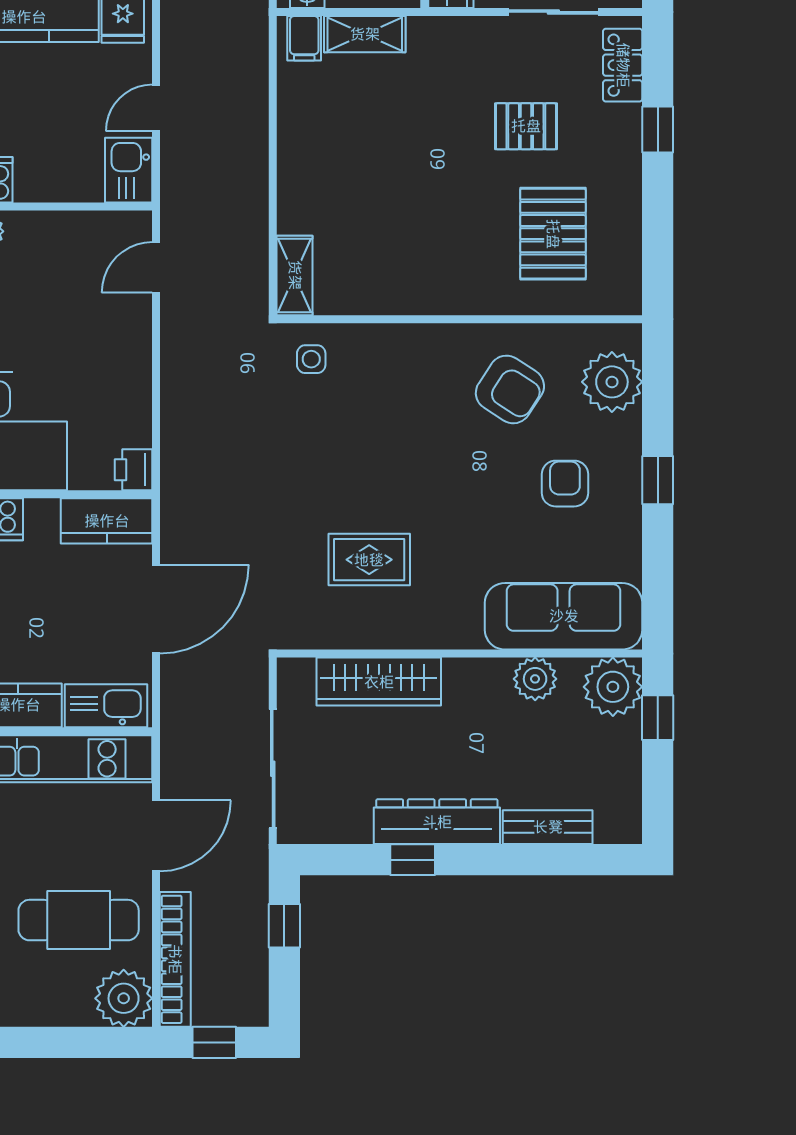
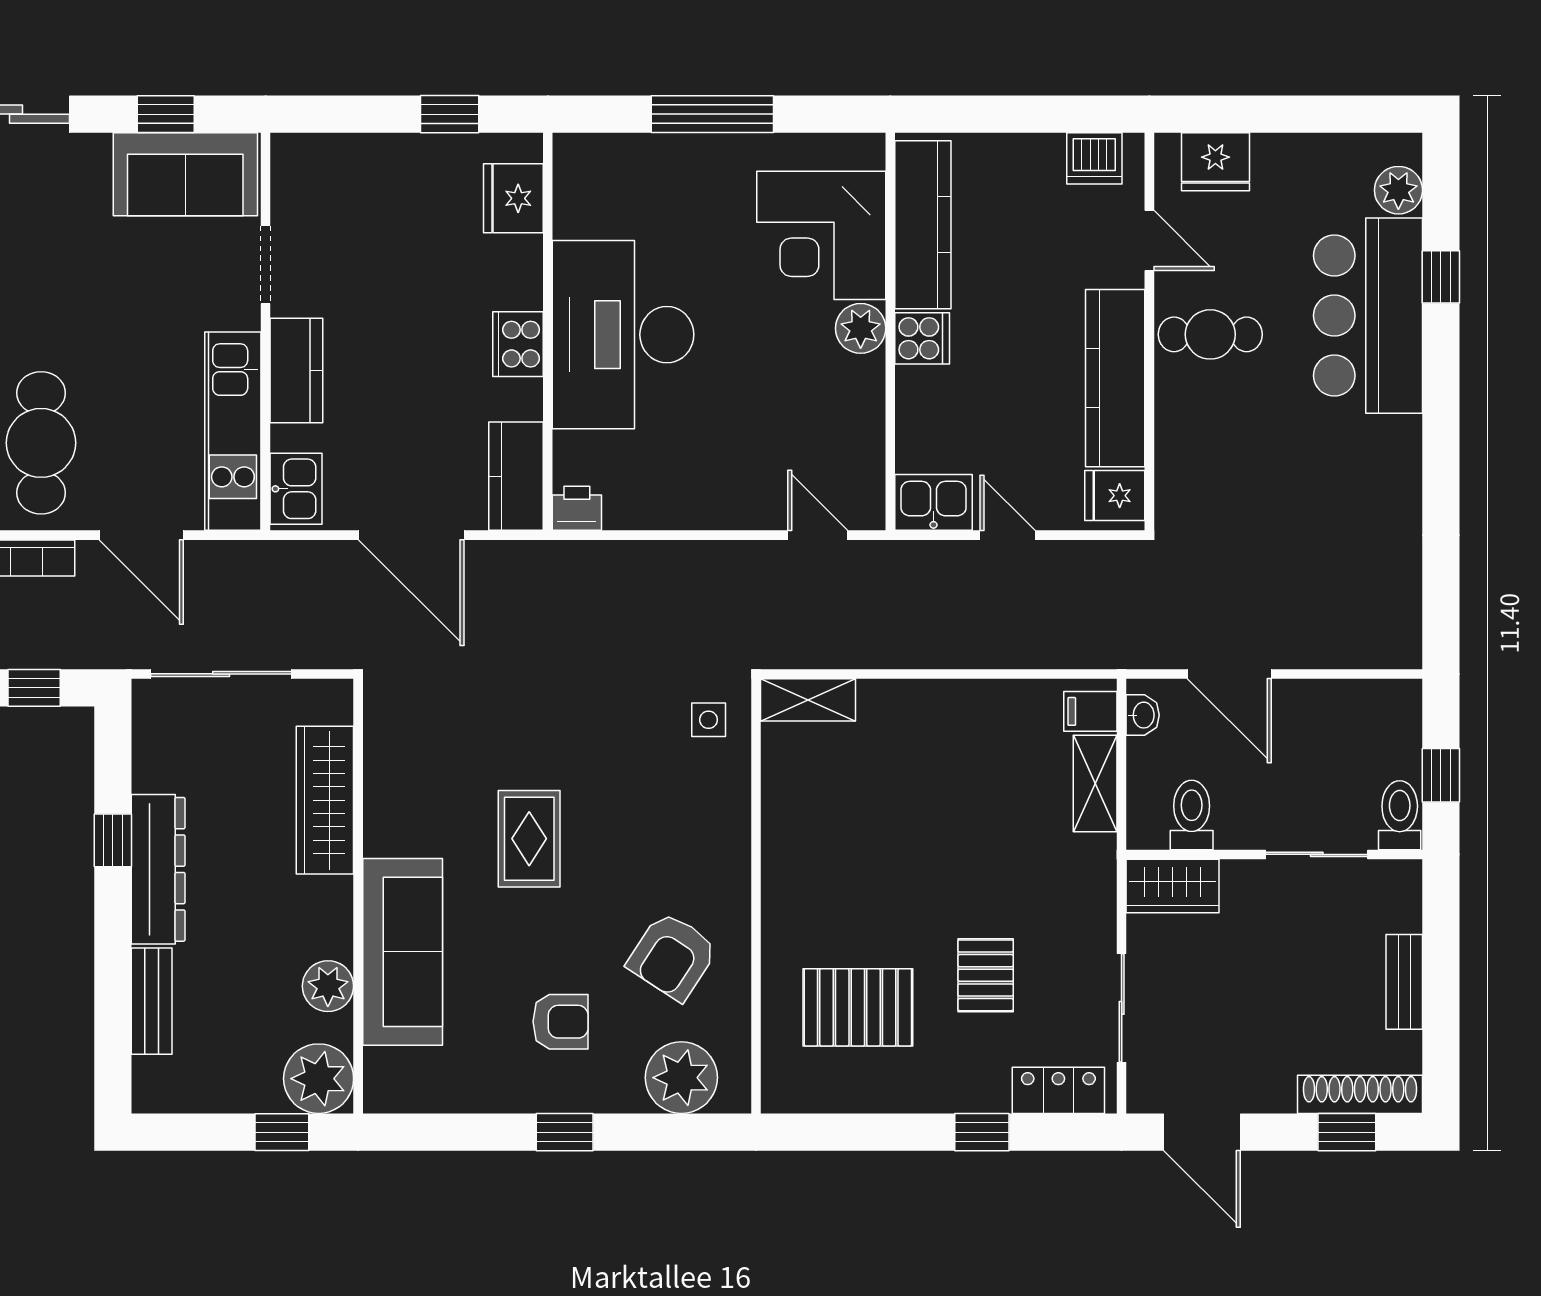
rug: (369, 560) -> (529, 839), moved
sofa: (564, 616) -> (403, 952), moved
kitchen sink: (106, 706) -> (296, 489), width x0.73

